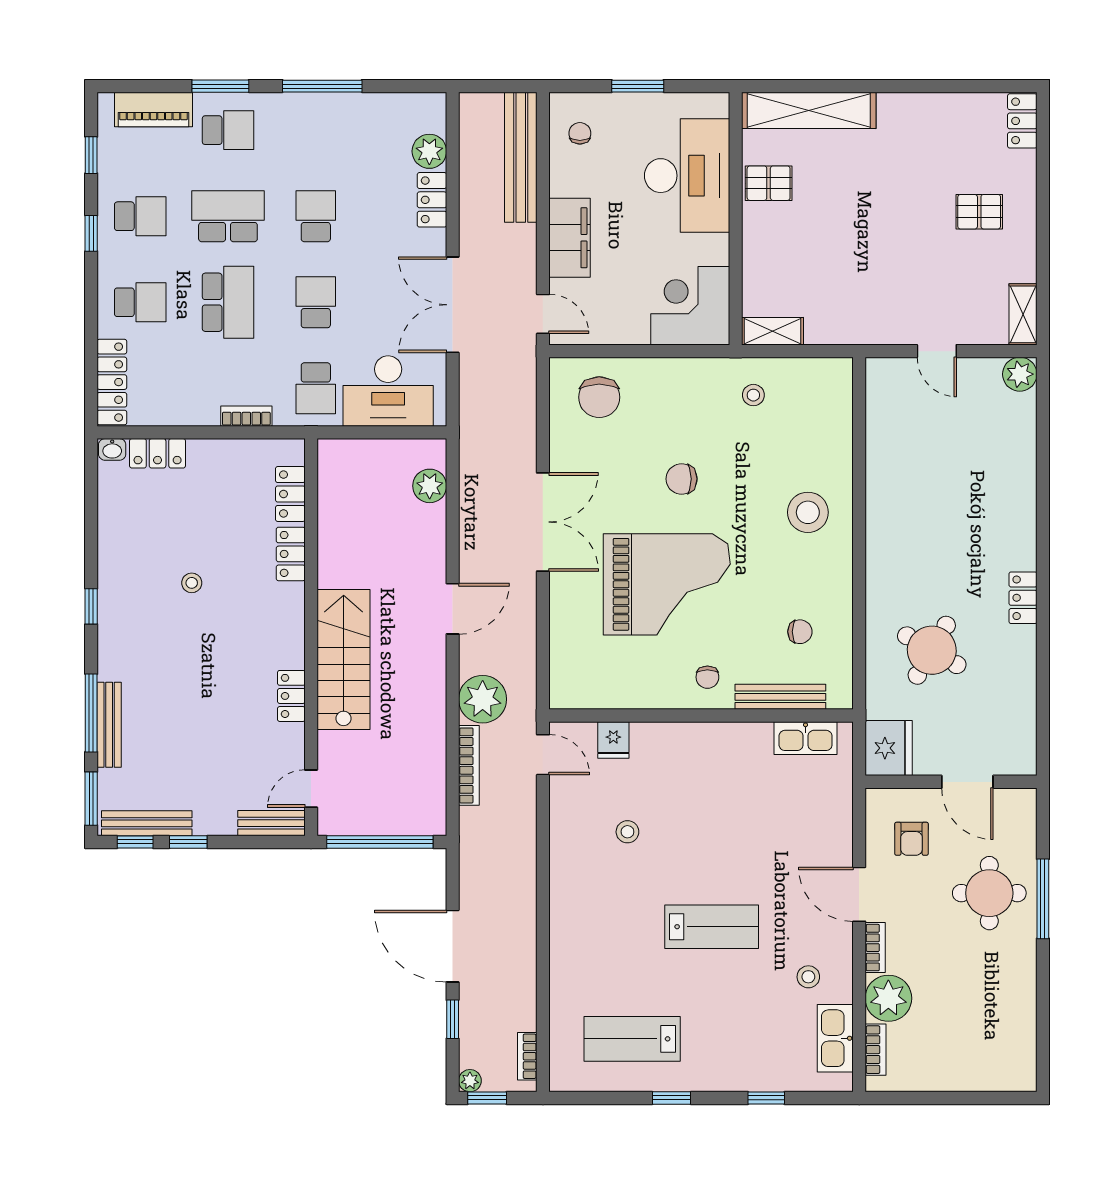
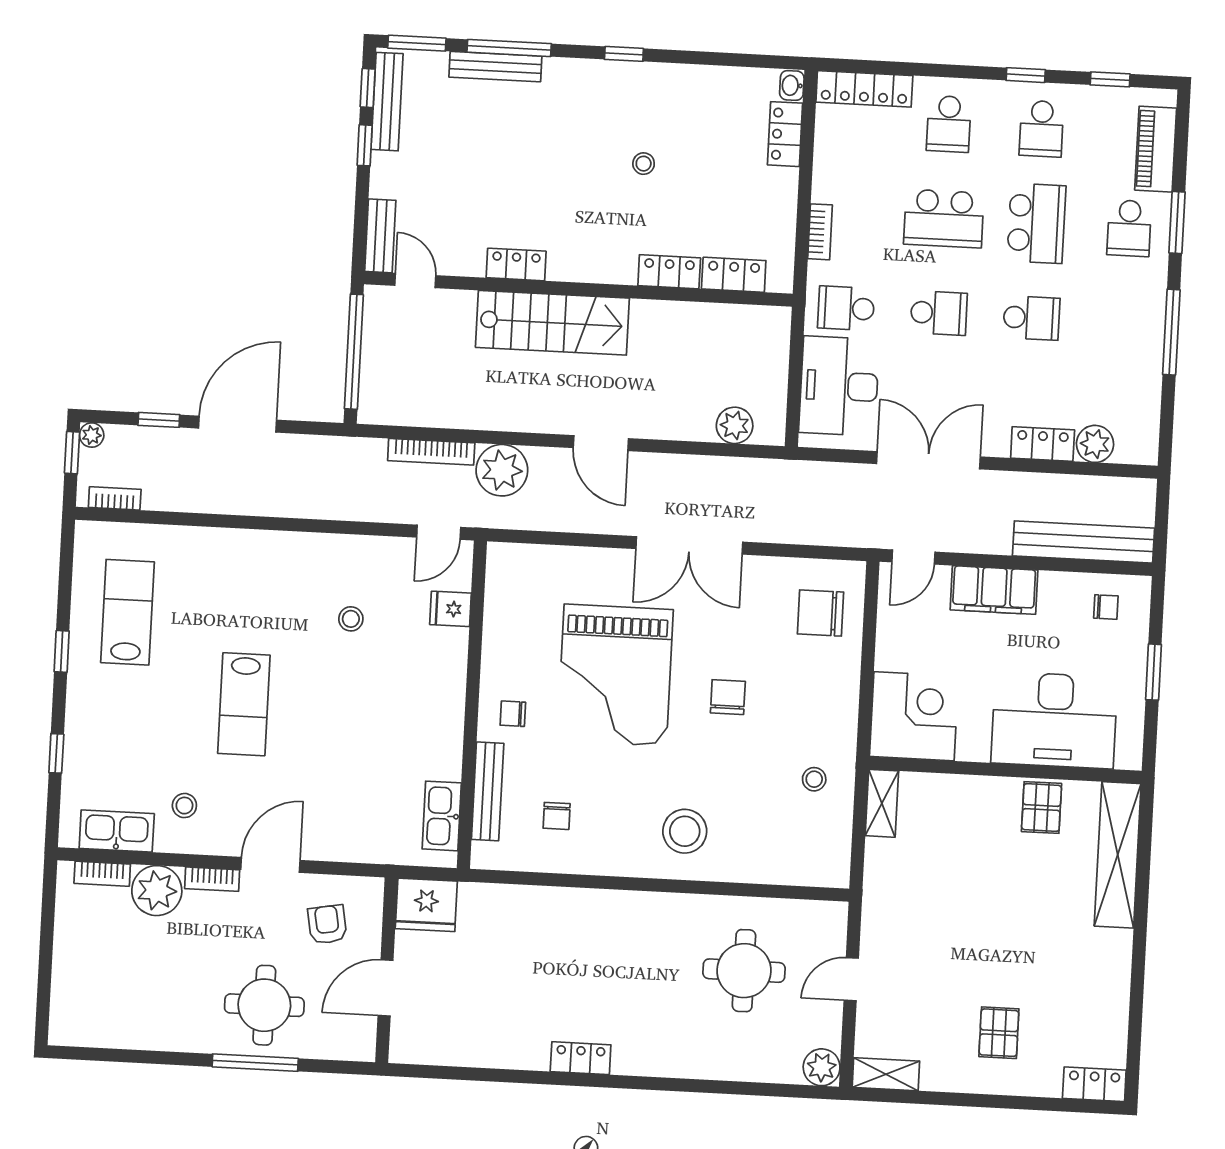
round table: (932, 650) -> (744, 971), moved, turned -30
armchair: (912, 839) -> (327, 924), turned 80

